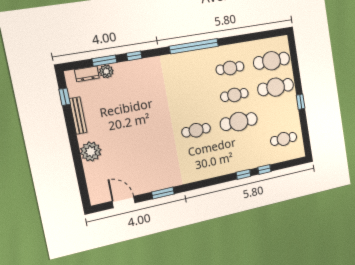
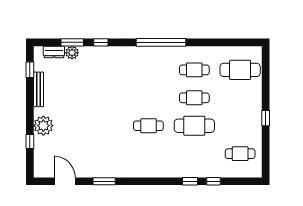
cafe table: (276, 87) -> (240, 98), removed
window: (80, 171) -> (30, 142), added

